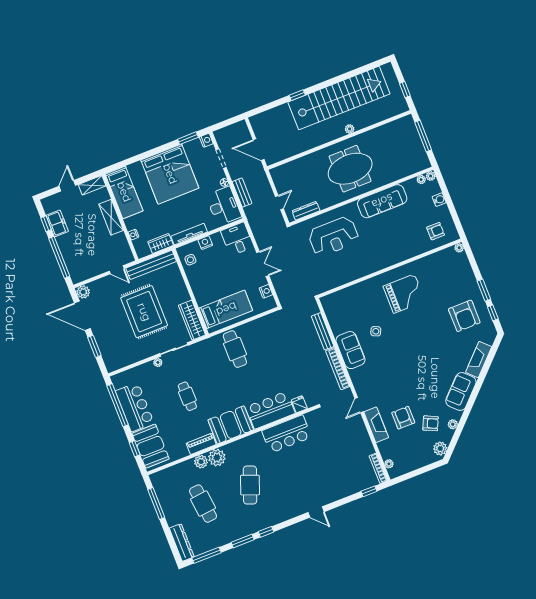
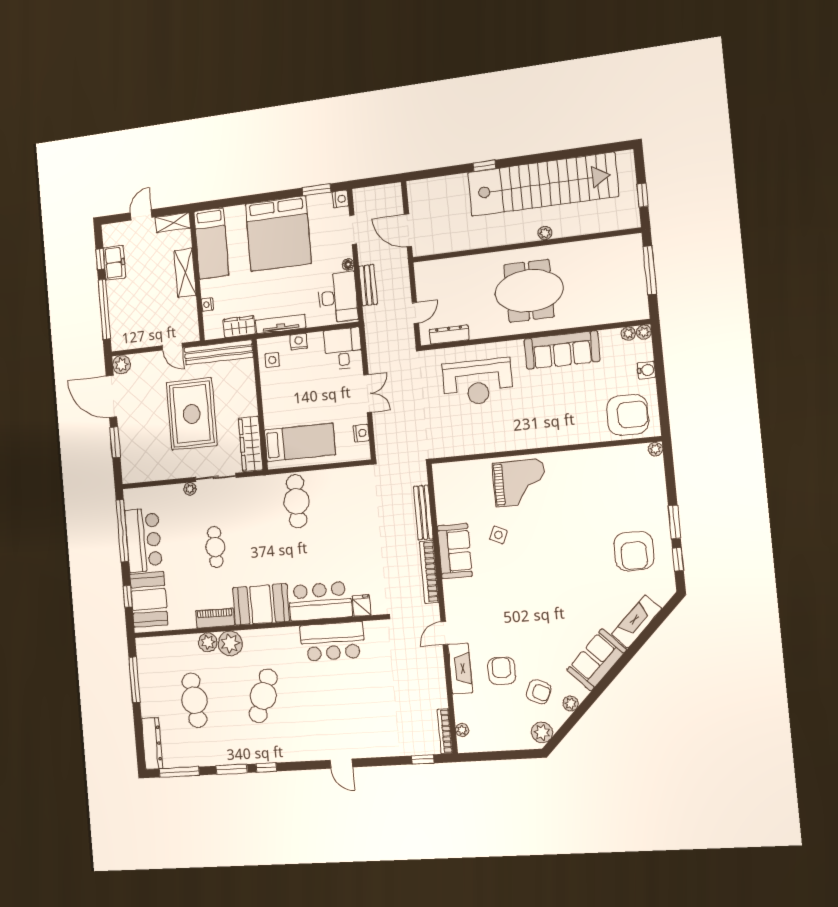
armchair: (436, 231) -> (628, 415), width x1.88, depth x1.88
grand piano: (404, 294) -> (520, 483), moved

